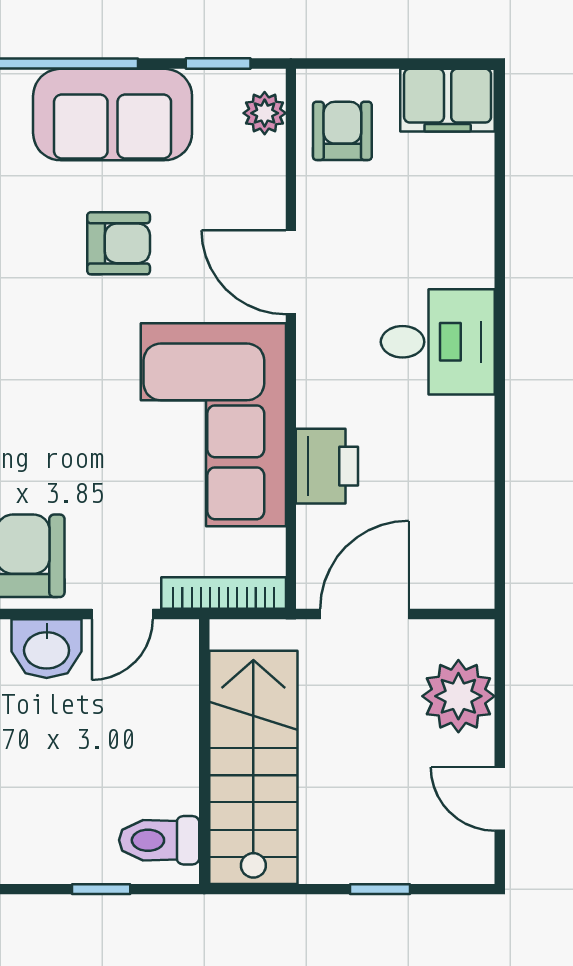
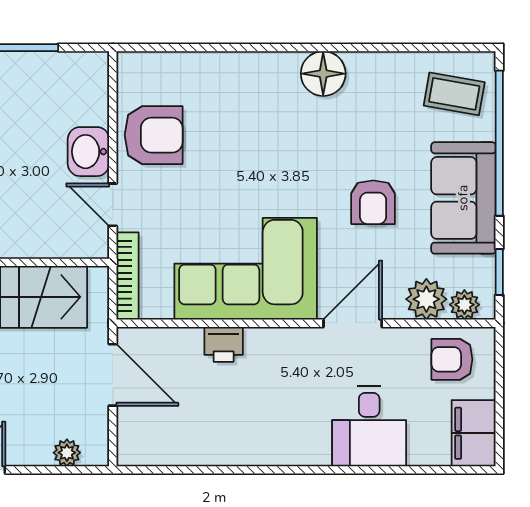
armchair: (342, 131) -> (452, 359), turned 180
plant: (257, 167) -> (426, 299), added
desk: (438, 342) -> (369, 426), moved
printer: (327, 466) -> (224, 344), width x0.73, depth x0.81
plant: (458, 696) -> (67, 453), width x0.53, depth x0.53

